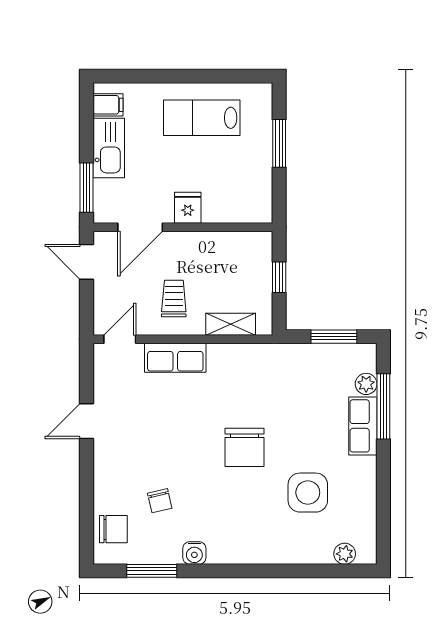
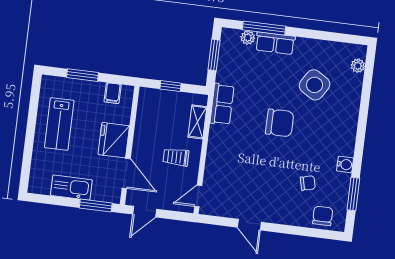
filing cabinet: (108, 105) -> (113, 93), moved, turned 180
fridge: (188, 208) -> (114, 140), width x1.88, depth x1.34
door: (120, 339) -> (198, 196), hinge flipped
row of seats: (175, 358) -> (222, 104), moved
side table: (308, 493) -> (314, 85), turned 32

